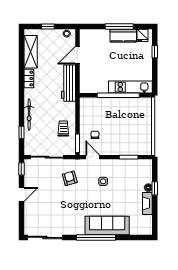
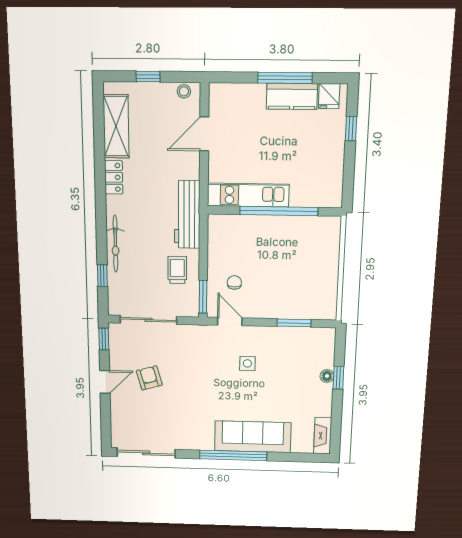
workbench: (69, 83) -> (187, 215), moved
kitchen unit: (130, 87) -> (248, 195), moved
armchair: (70, 178) -> (149, 378), moved
fireplace: (147, 203) -> (323, 436), moved

